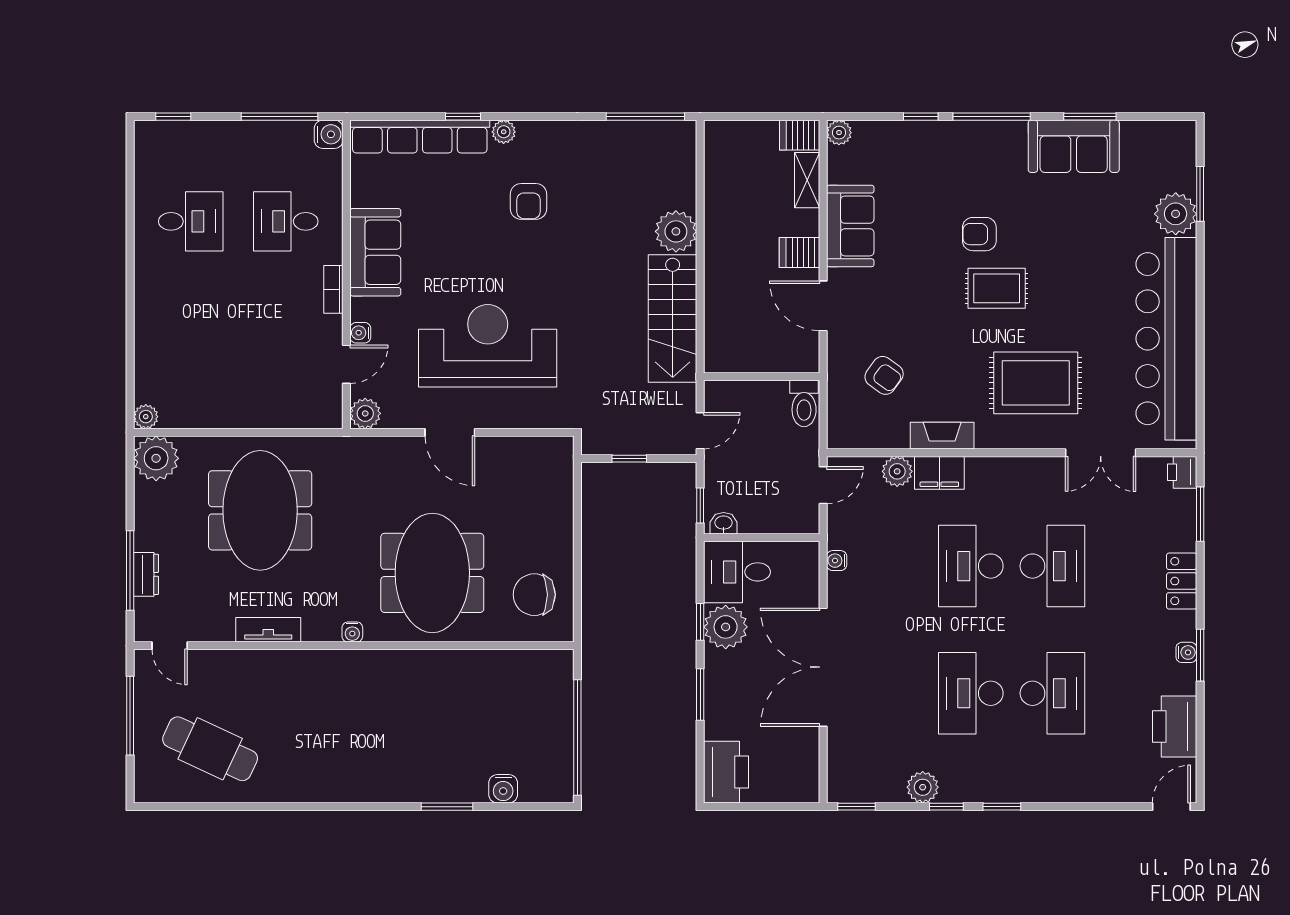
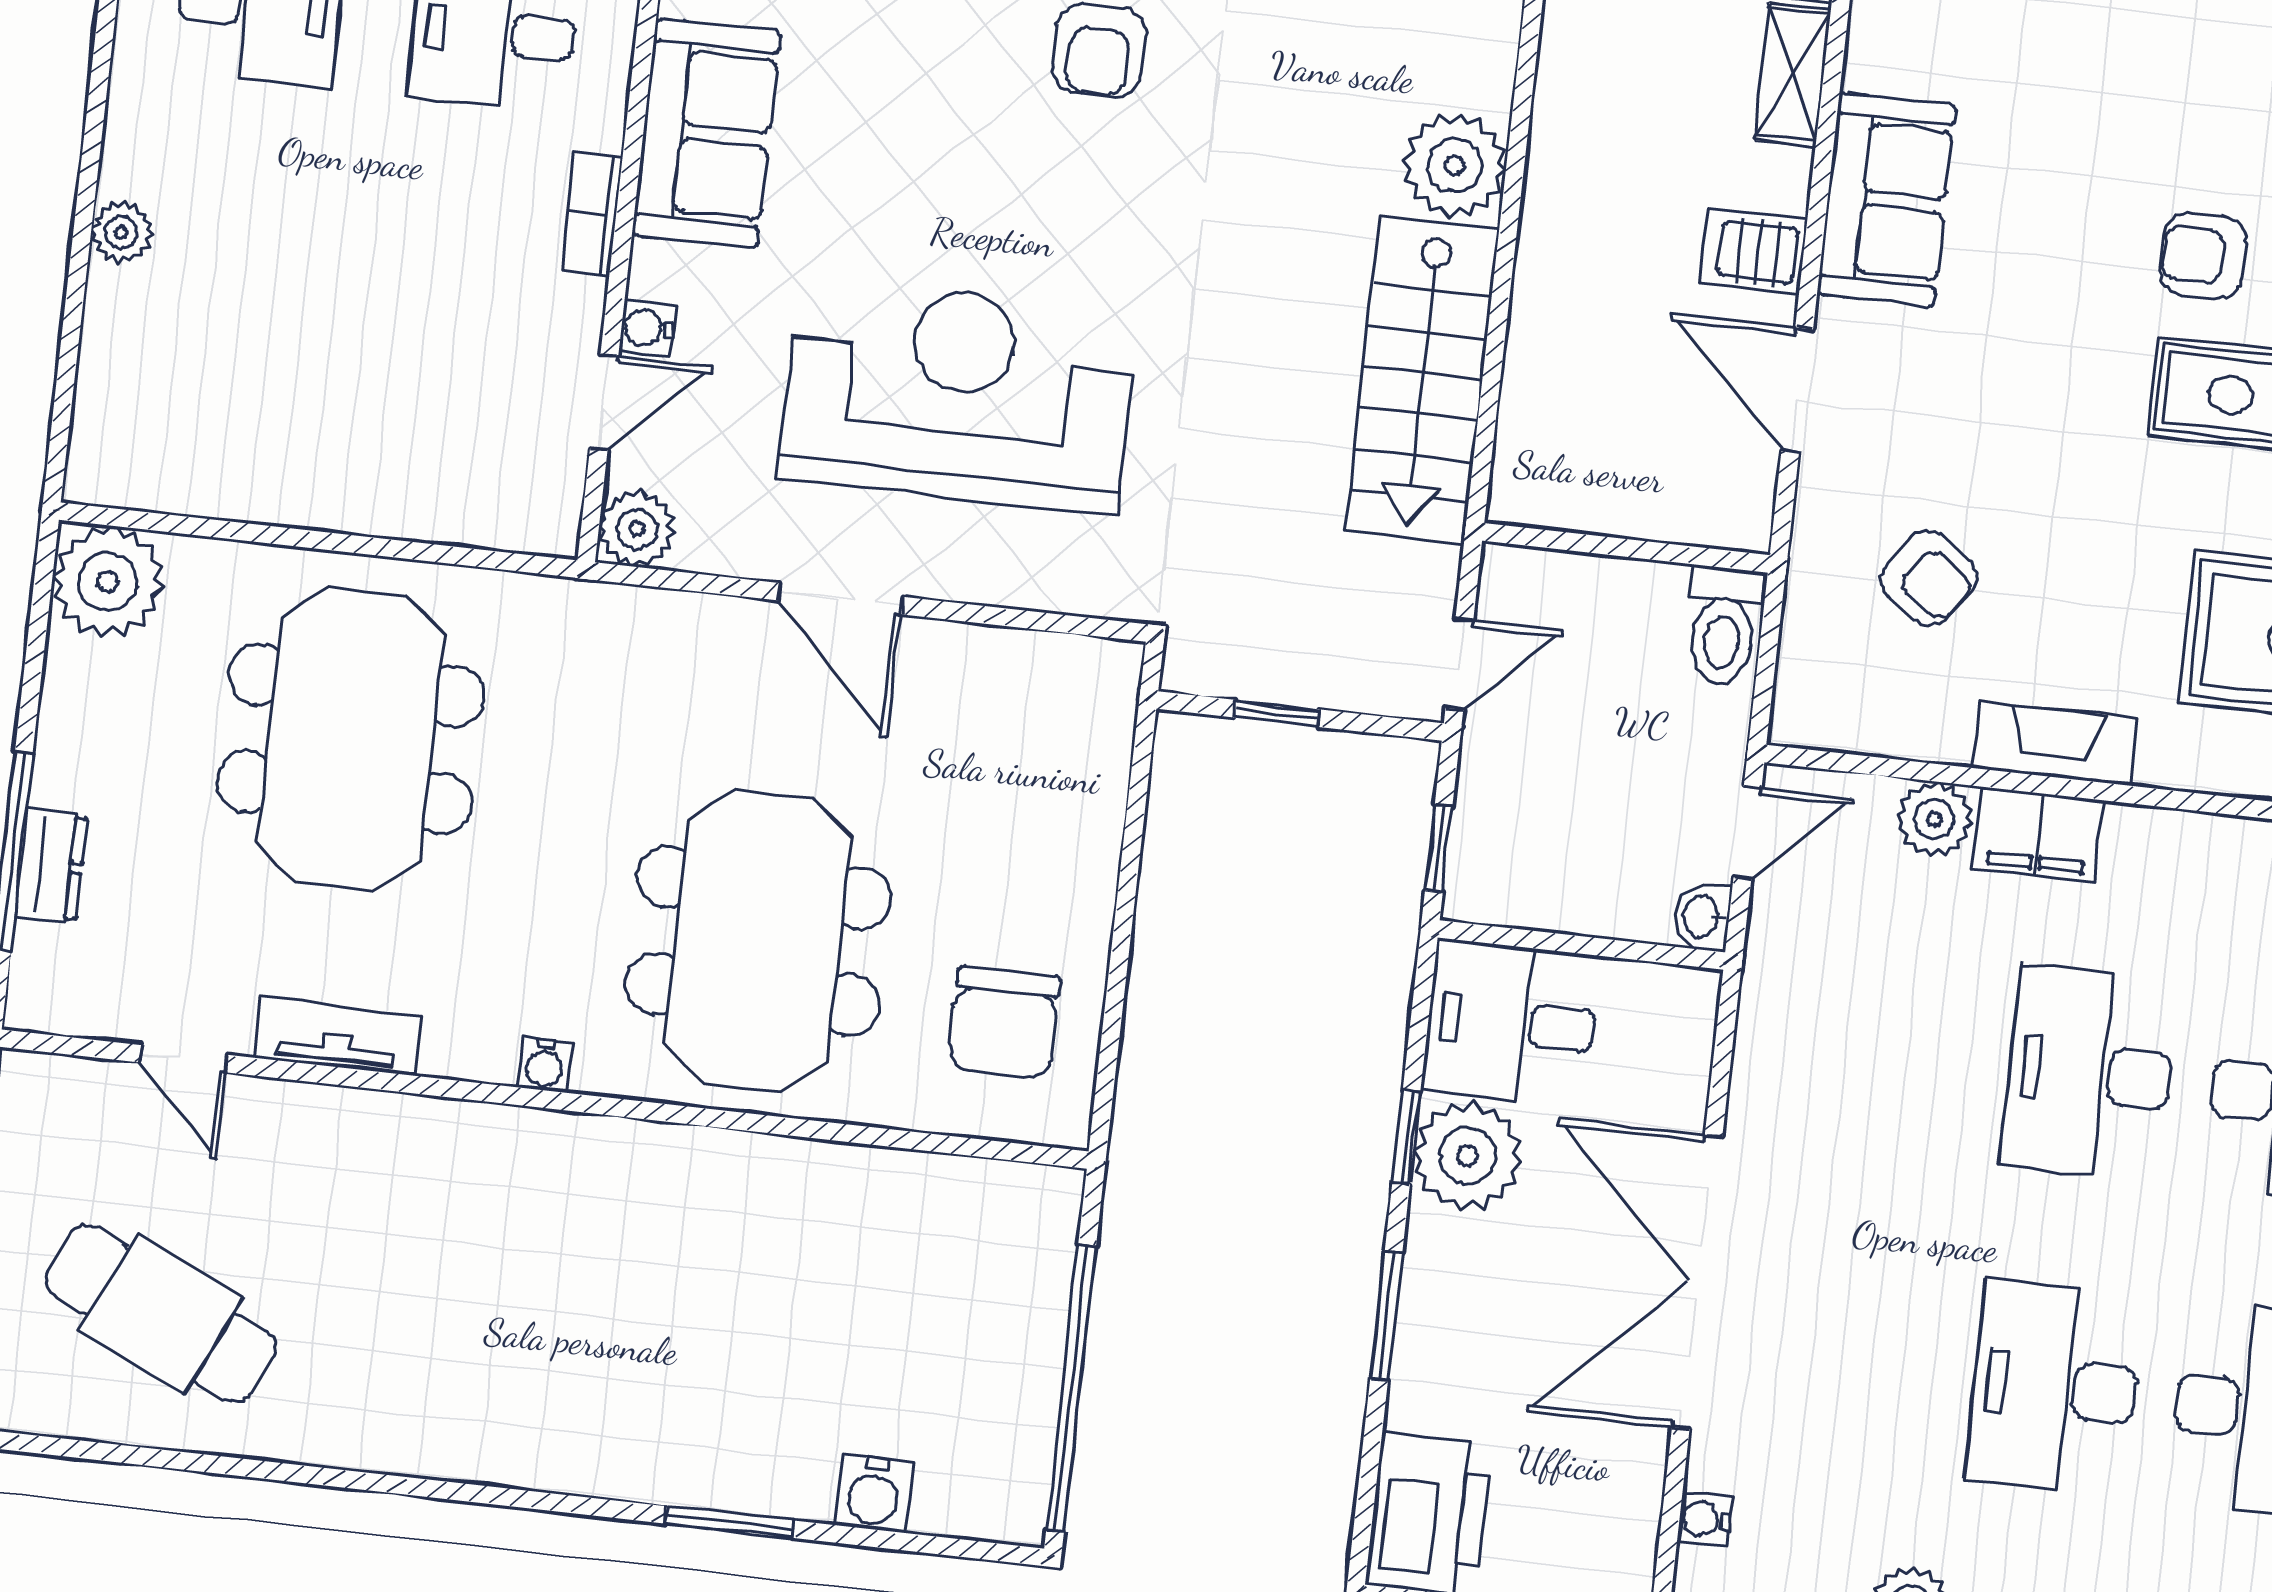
plant: (146, 417) -> (121, 232), moved
washbasin: (724, 523) -> (1702, 916), moved, turned -90
water cooler: (837, 561) -> (1704, 1519), moved
chair: (534, 595) -> (1004, 1023), turned -90
door: (170, 646) -> (183, 1059), moved

